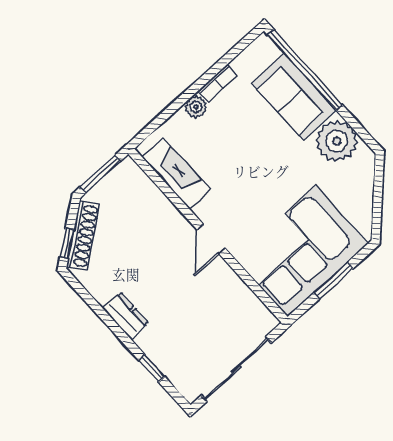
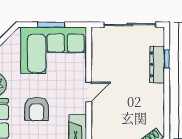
armchair: (257, 159) -> (37, 109), added
dresser: (126, 316) -> (157, 64), moved, width x1.44

